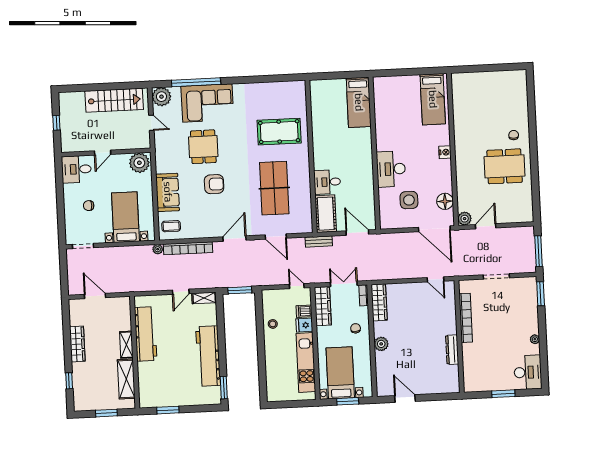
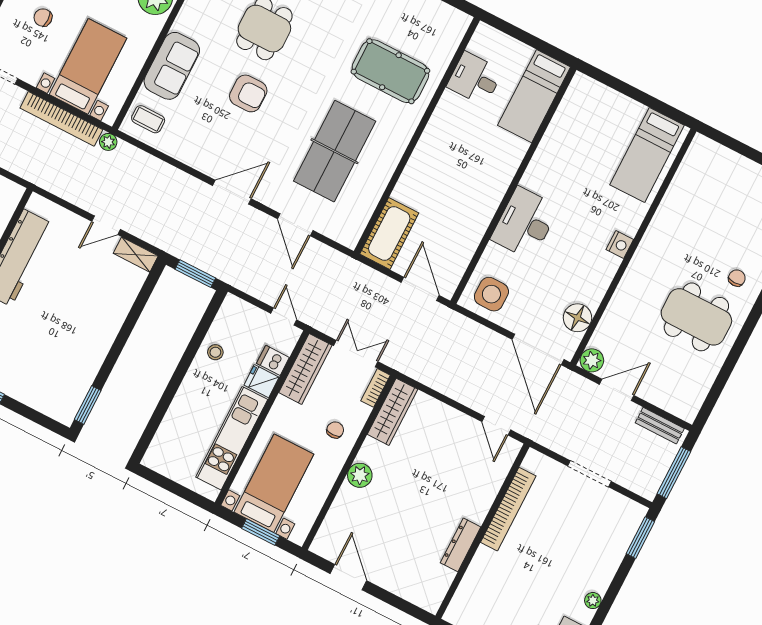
desk: (327, 182) -> (475, 79), moved
side table: (409, 200) -> (491, 294), moved
bench: (319, 241) -> (660, 426), moved
bookcase: (188, 248) -> (61, 119), moved
workbench: (208, 356) -> (92, 345), removed

